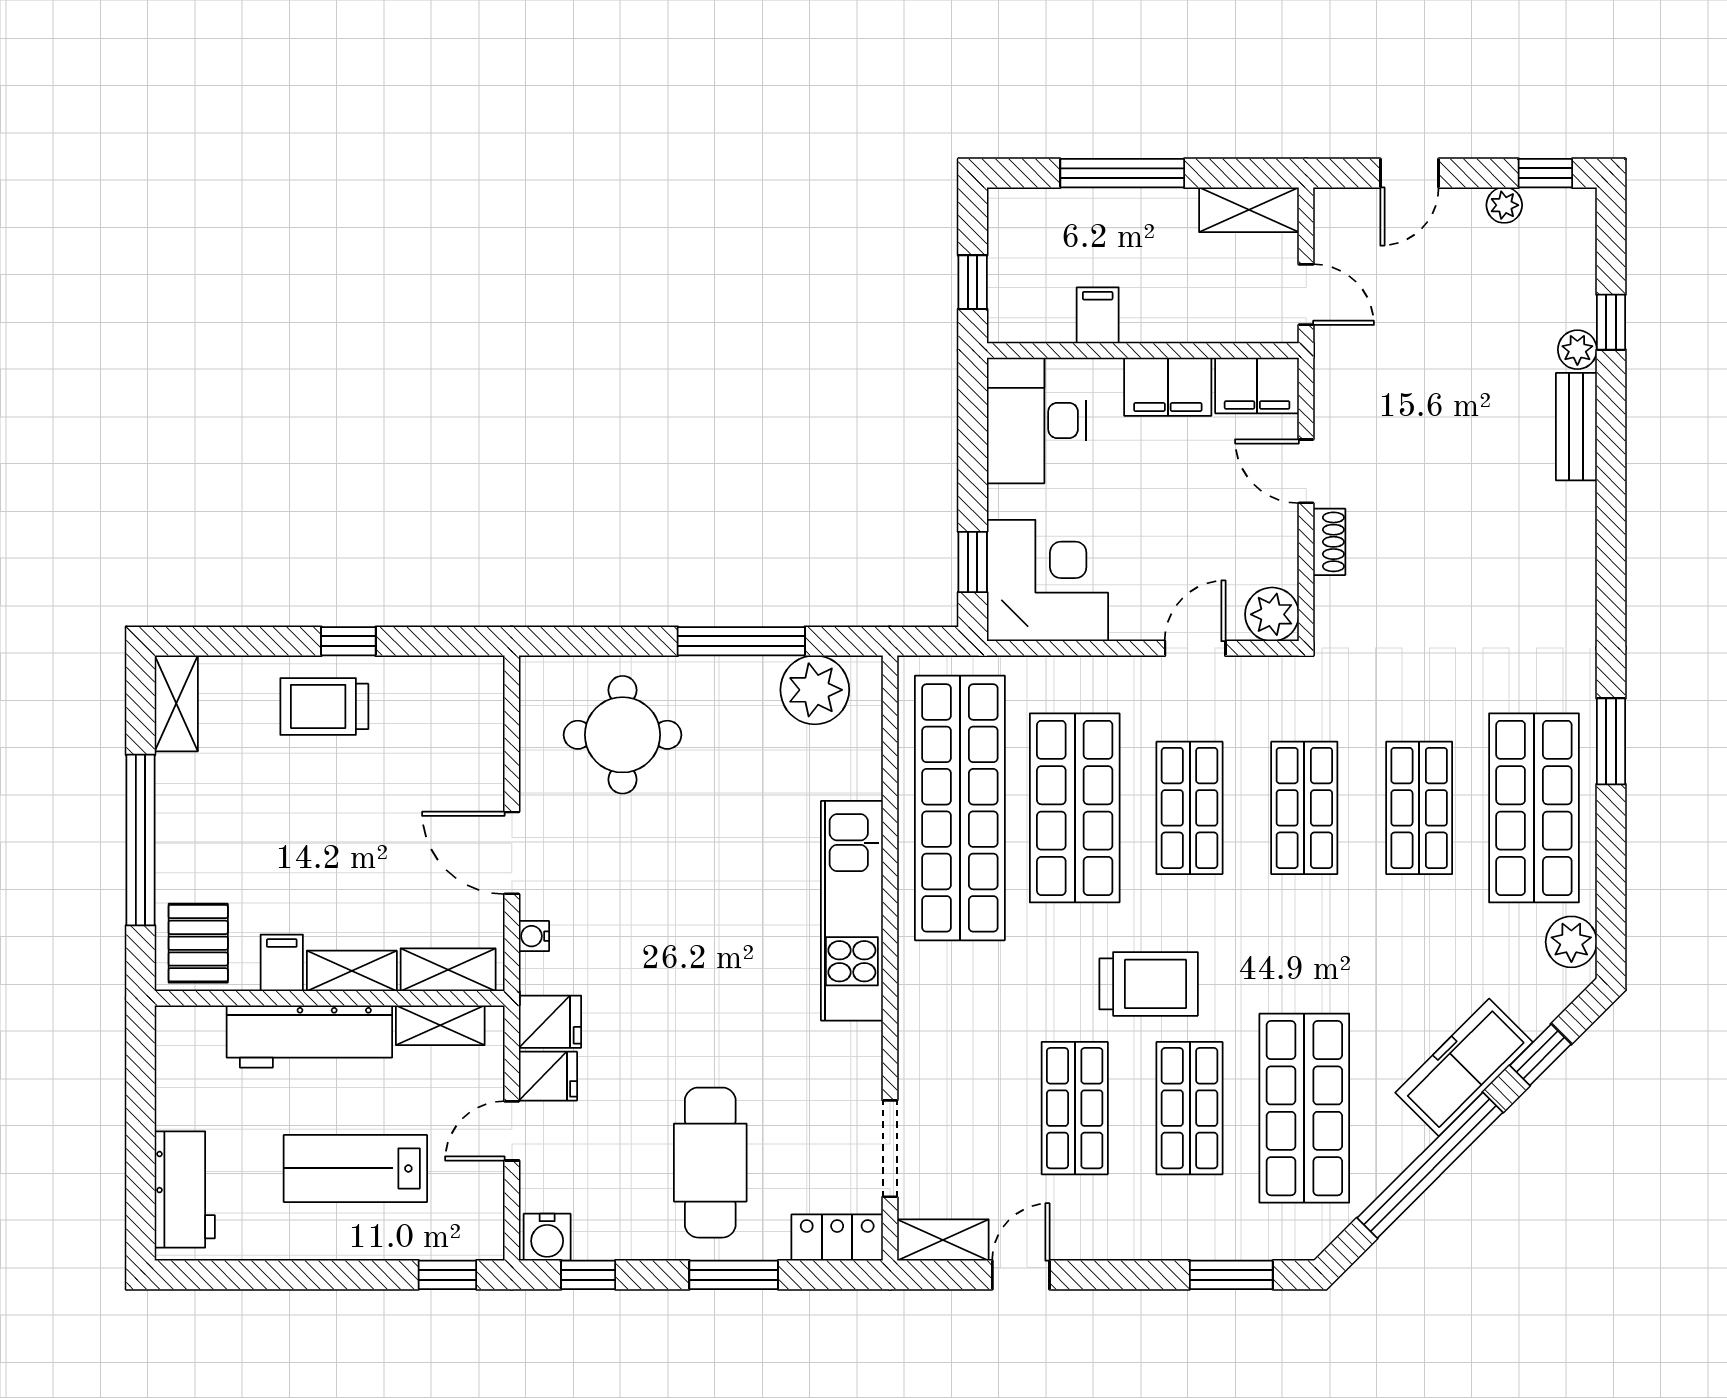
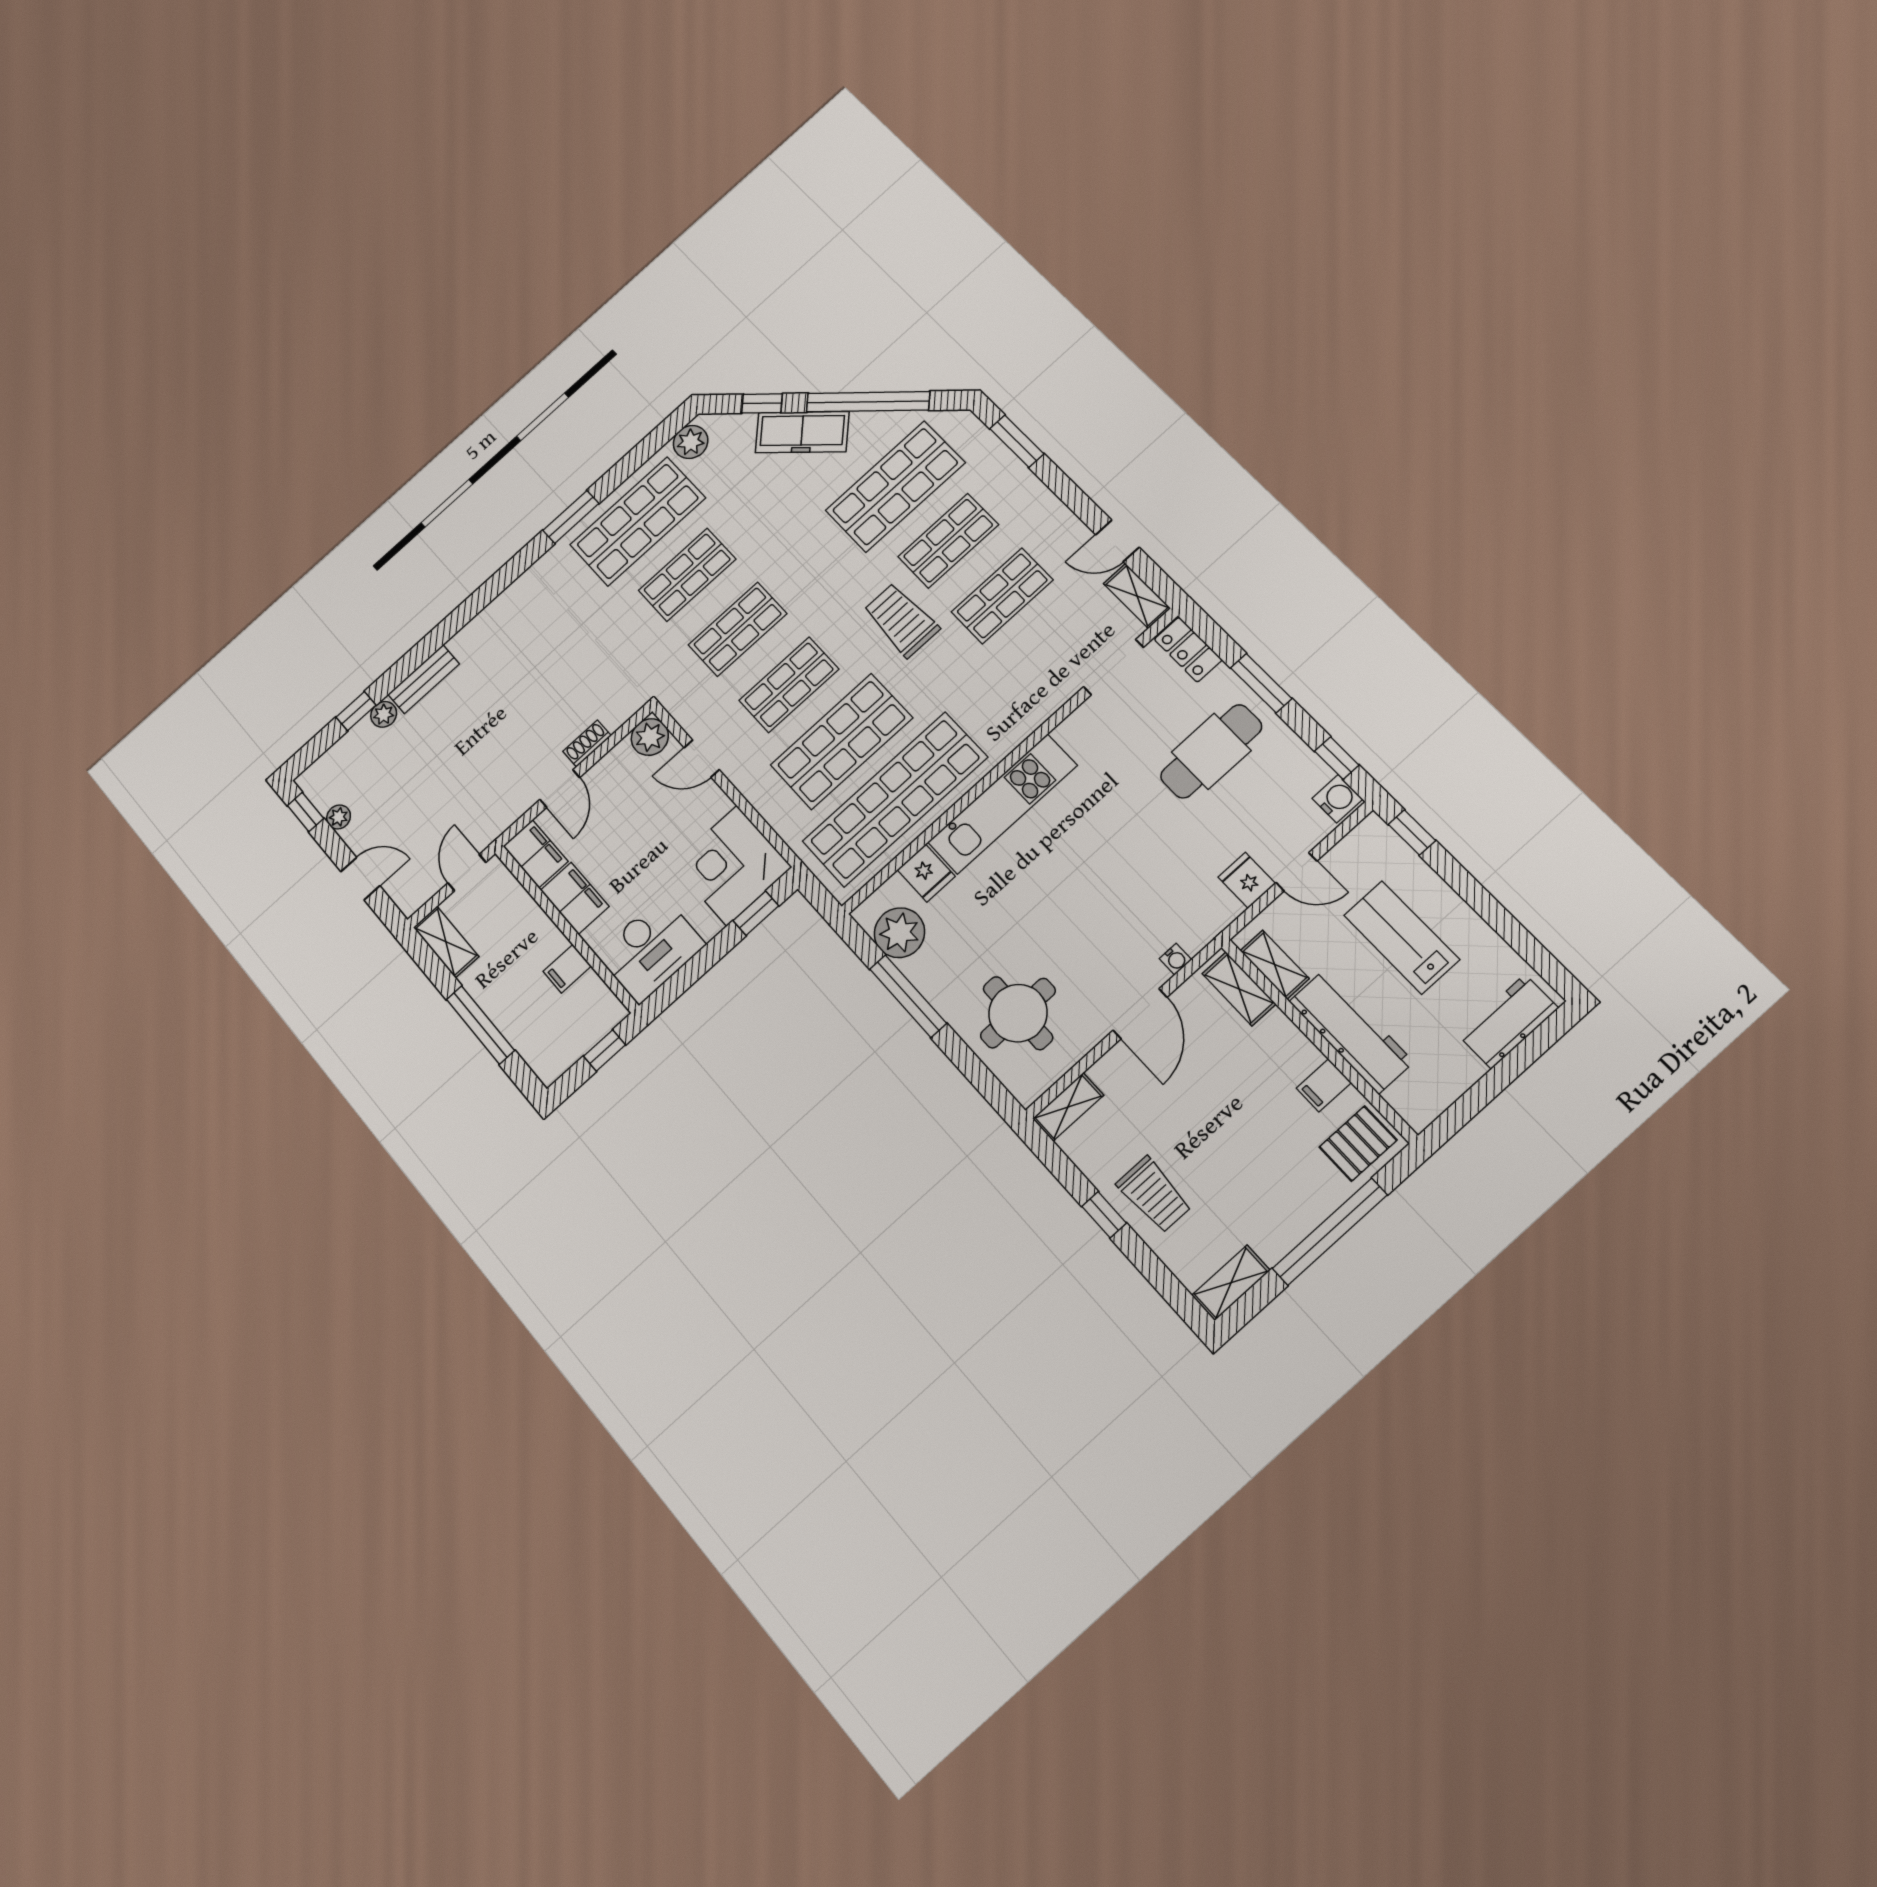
shelving: (352, 971) -> (1068, 1107), moved, turned 90
fridge: (550, 1022) -> (926, 873), moved, turned 180
lab bench: (355, 1168) -> (1402, 937), turned 180

